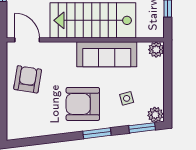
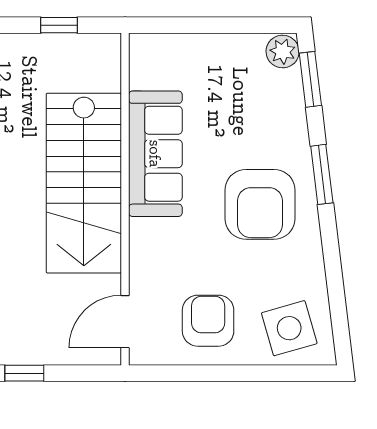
plant: (156, 50) -> (145, 49), removed
armchair: (28, 79) -> (208, 321), turned 81
side table: (127, 98) -> (289, 328), moved, width x1.87, depth x1.87

